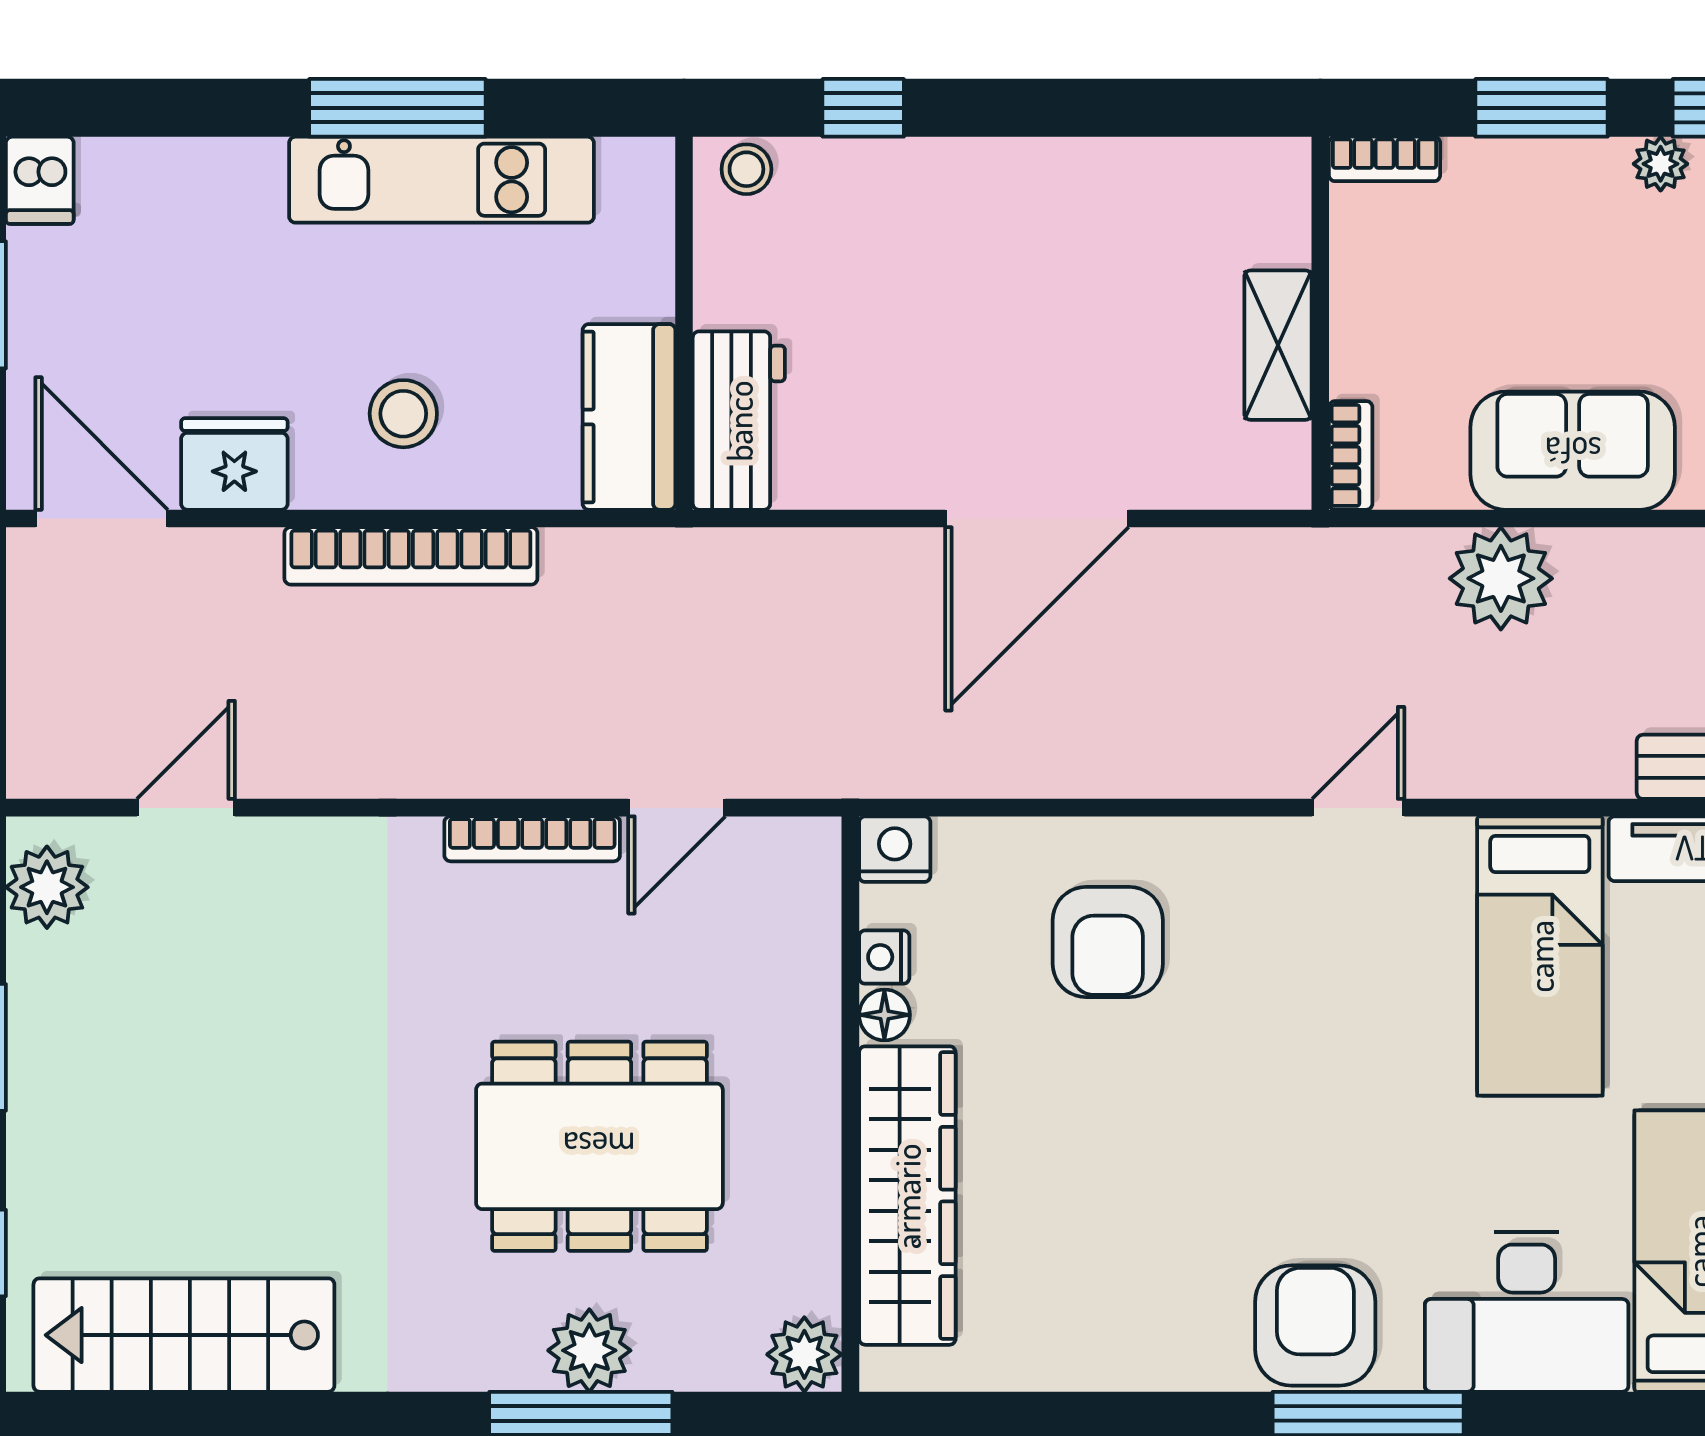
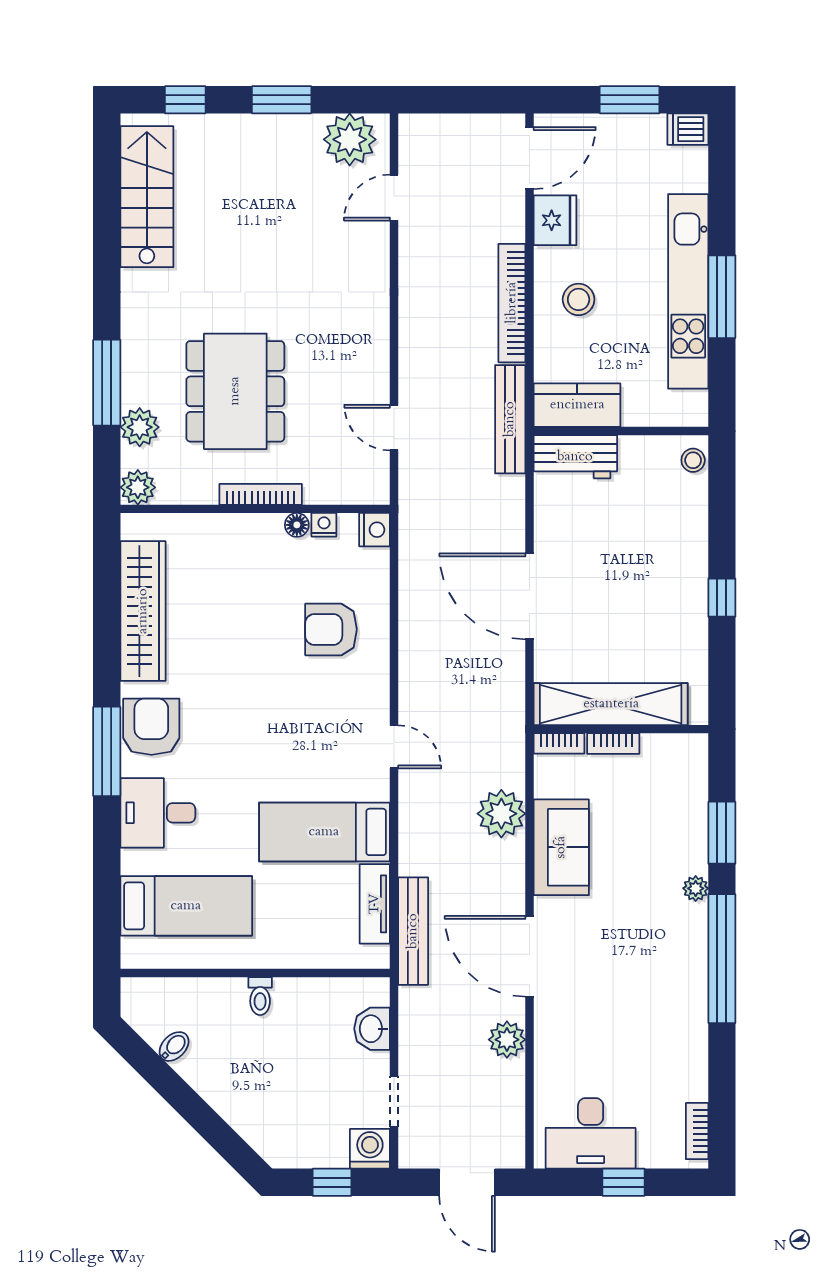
window: (863, 108) -> (722, 598), moved
bookcase: (1385, 159) -> (613, 744), moved, turned -90
kitchen unit: (441, 180) -> (688, 291), width x1.36
shelving: (1278, 345) -> (611, 704), width x2.20, depth x1.33
bench: (659, 560) -> (510, 419), added
door: (186, 808) -> (394, 198), swing flipped
bookcase: (532, 839) -> (261, 494), moved, turned 90
plant: (47, 887) -> (350, 139), width x1.36, depth x1.36
wardrobe: (907, 1196) -> (143, 611), moved, turned -90
desk: (1527, 1312) -> (158, 813), width x0.73
armchair: (1315, 1326) -> (151, 727), turned -90
plant: (589, 1350) -> (140, 427), moved

